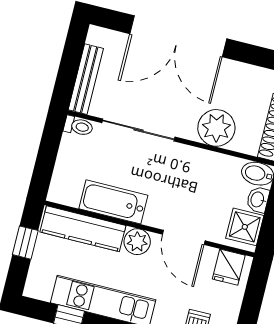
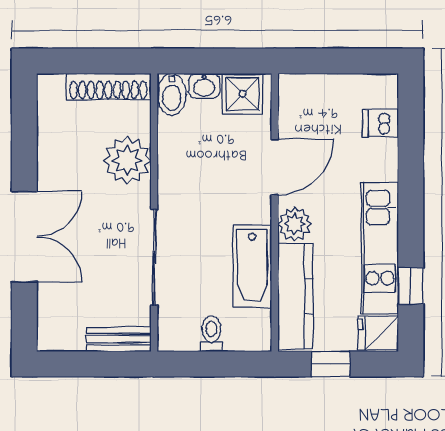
double door: (178, 36) -> (24, 237), width x0.73
bench: (86, 79) -> (119, 339), width x0.73
toilet: (78, 126) -> (211, 334), moved
fridge: (229, 267) -> (378, 333), moved, turned 180

